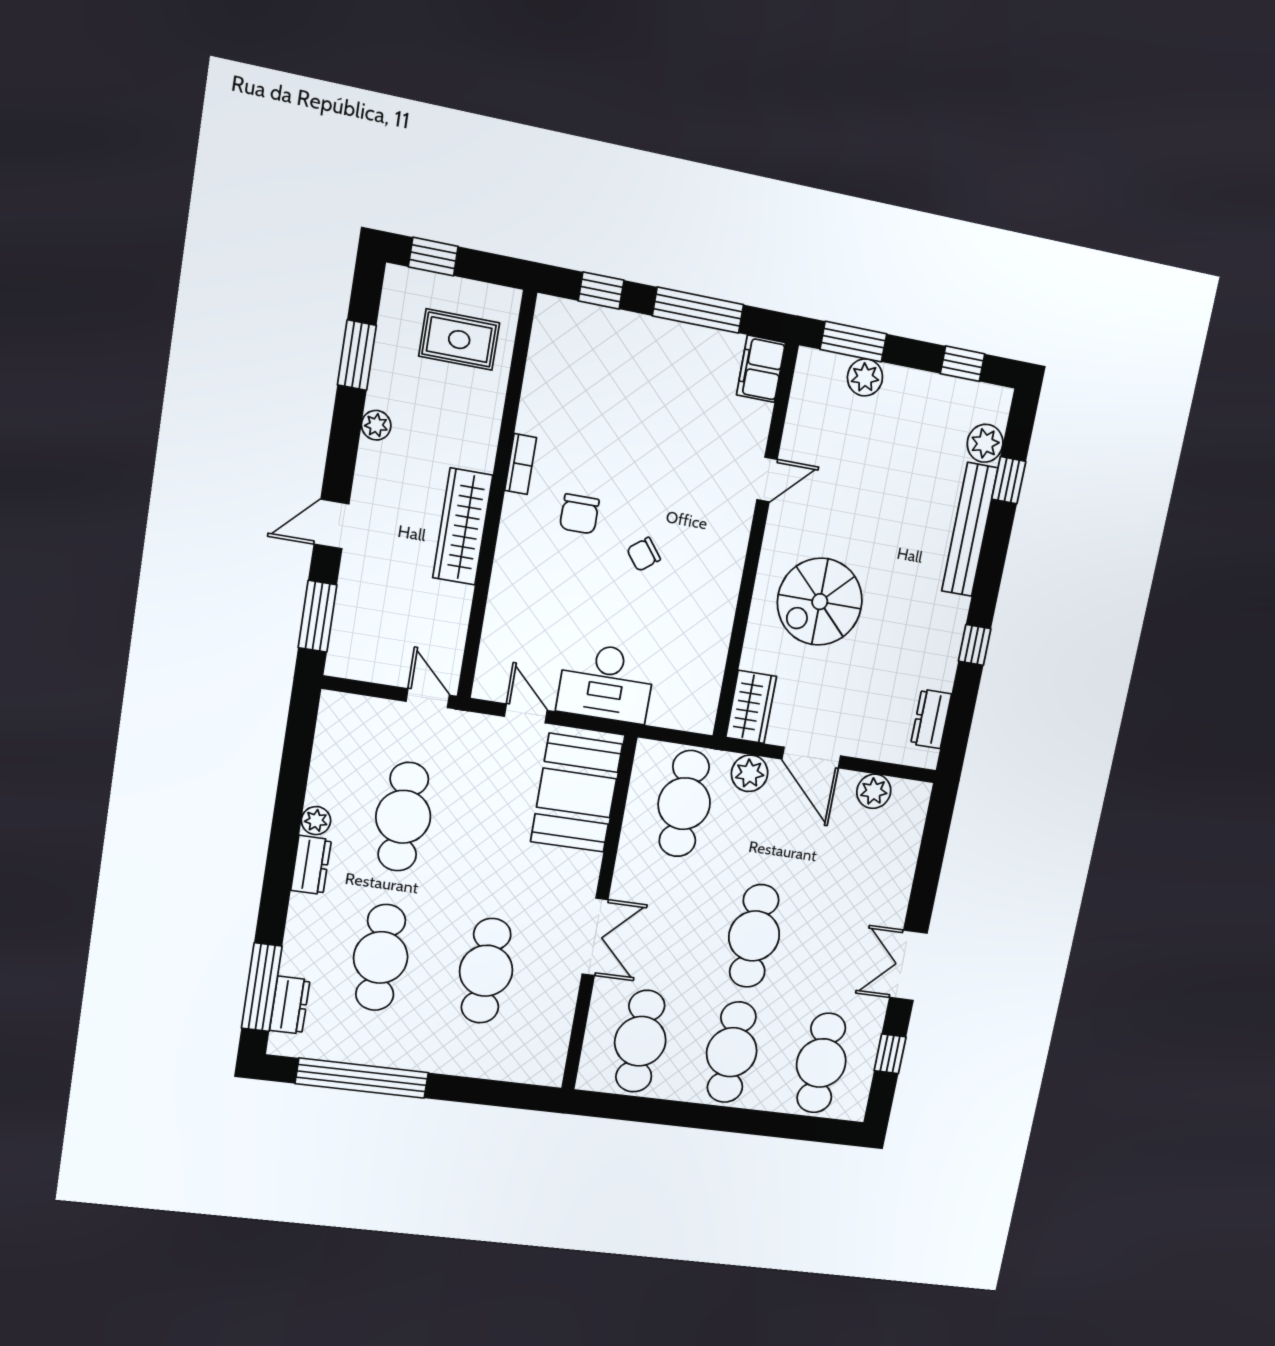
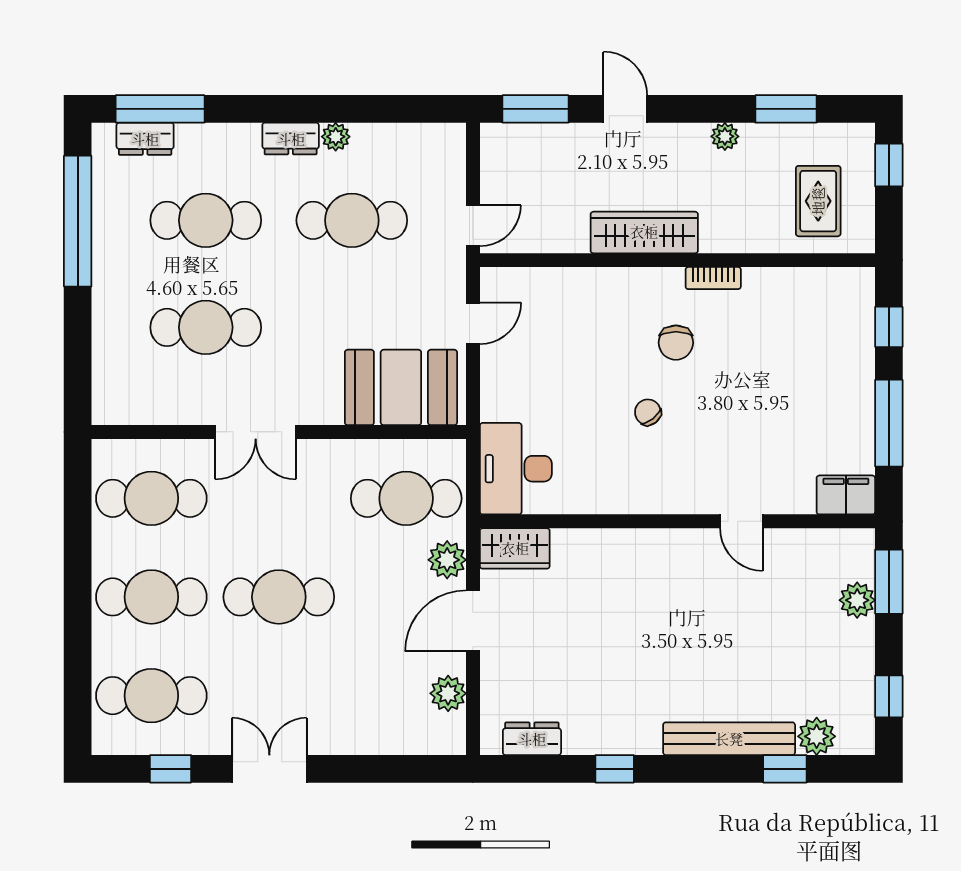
chair: (579, 514) -> (676, 343), turned -90
spiral stairs: (820, 602) -> (631, 598), removed
desk: (606, 683) -> (516, 469), moved

